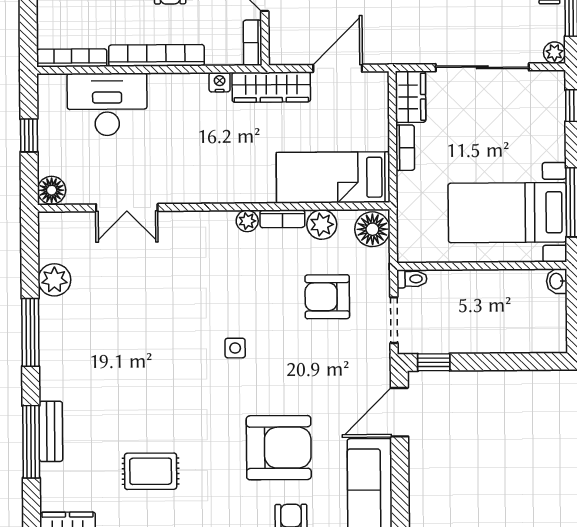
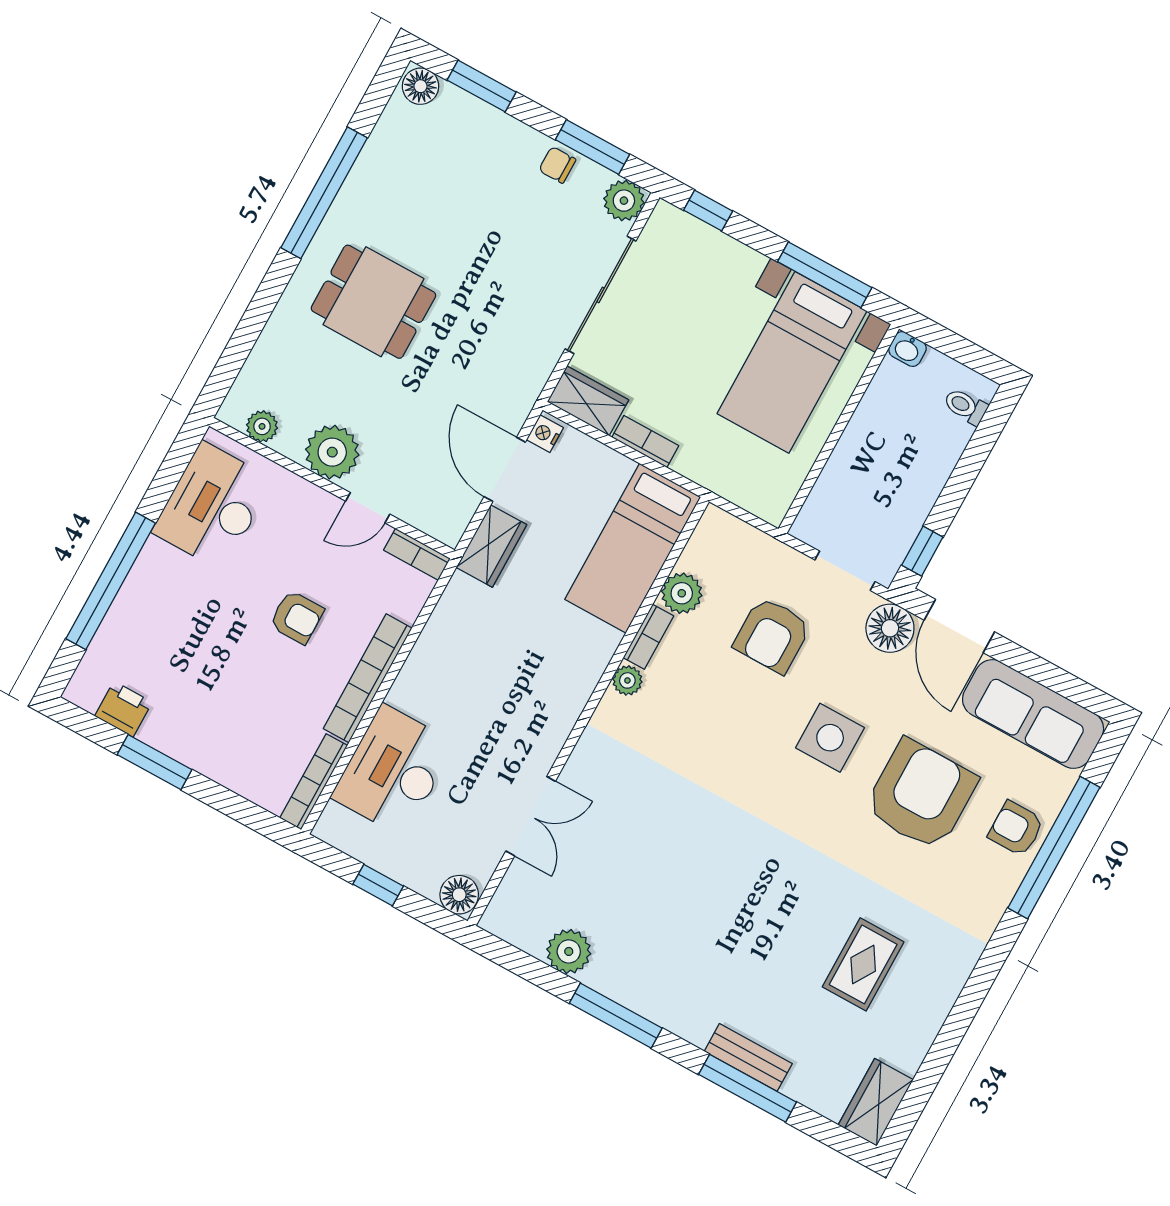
plant: (554, 53) -> (624, 201), width x1.38, depth x1.38
nightstand: (220, 82) -> (545, 434), moved
wardrobe: (271, 87) -> (491, 546), width x0.67
floor lamp: (372, 229) -> (890, 628), moved
toilet: (412, 279) -> (965, 406), moved, turned -90
side table: (235, 348) -> (830, 738), moved, width x1.87, depth x1.87

